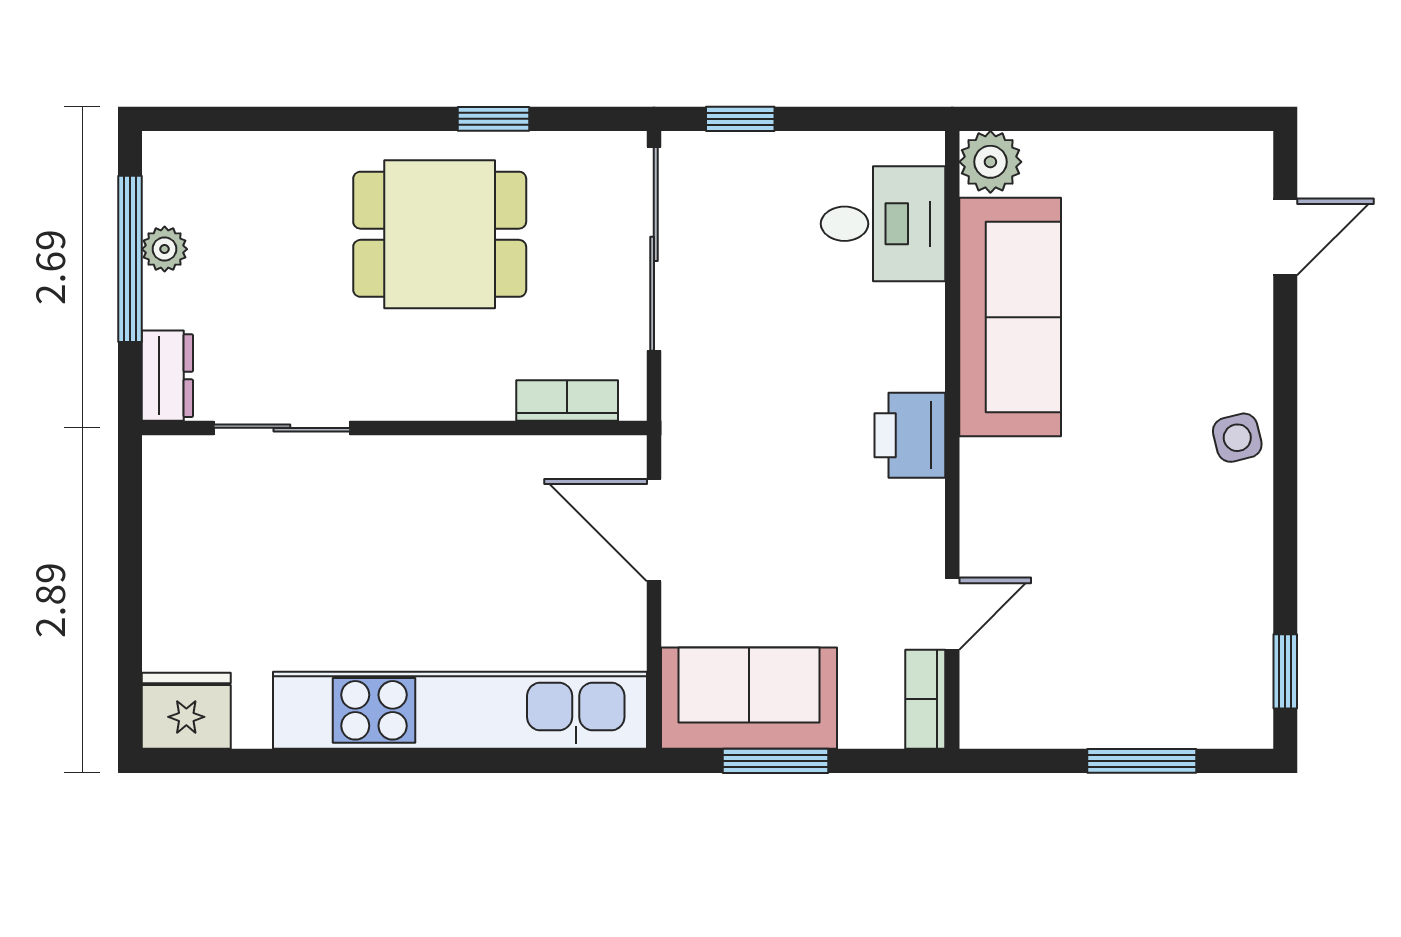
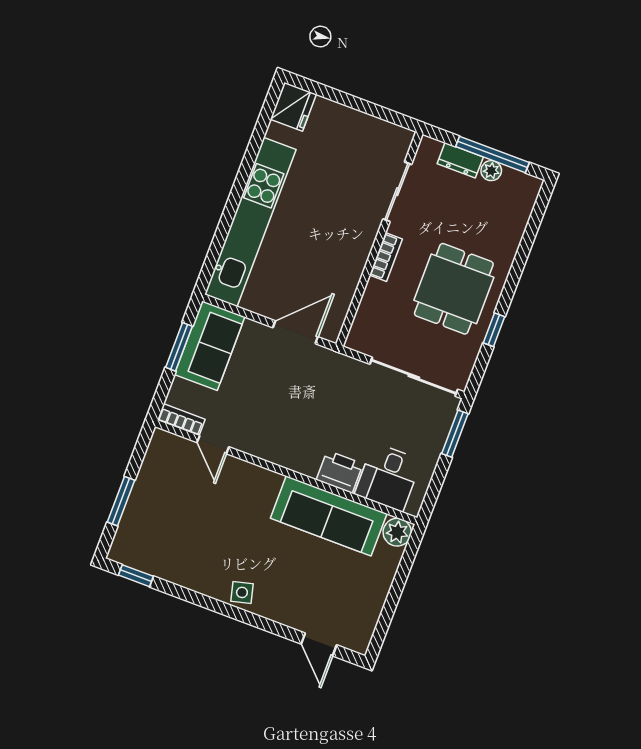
window: (740, 119) -> (455, 434), width x1.50
dresser: (167, 376) -> (460, 160), moved
bookcase: (567, 400) -> (386, 257), moved
printer: (910, 435) -> (340, 472), moved

